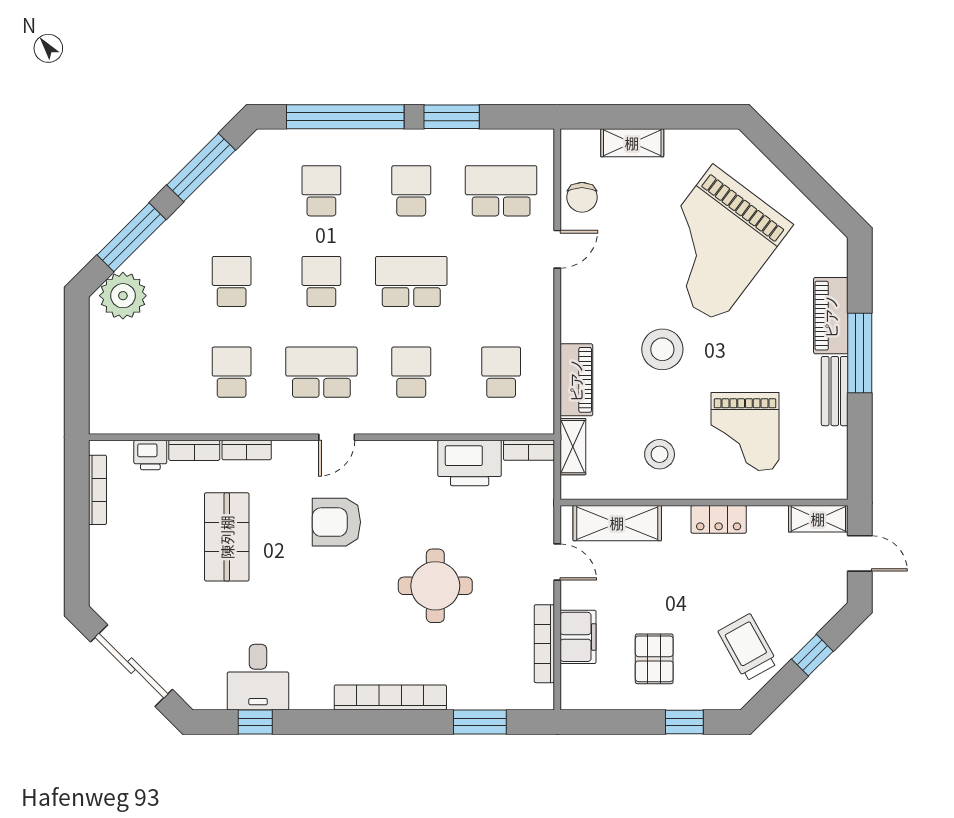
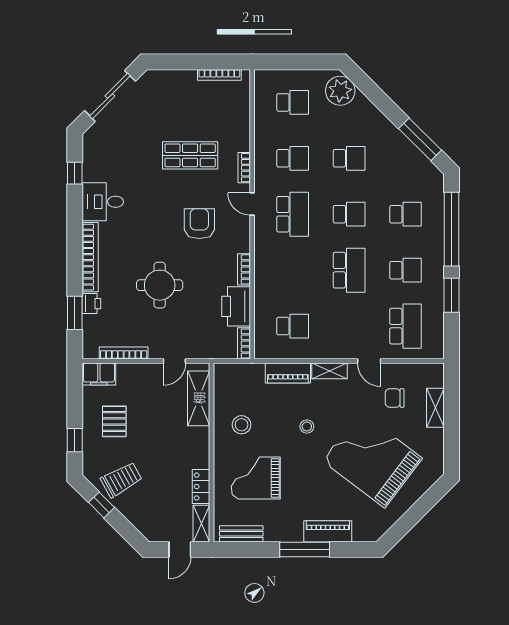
chair: (582, 197) -> (395, 398), moved
window: (132, 237) -> (377, 96), removed
stool: (662, 349) -> (307, 427), width x0.53, depth x0.53
school desk: (411, 372) -> (293, 102), moved
bench: (835, 391) -> (241, 534), moved
door: (337, 437) -> (252, 204), moved
shelving: (573, 447) -> (329, 371), moved
bookcase: (194, 450) -> (244, 269), moved
printer: (150, 455) -> (91, 304), moved, turned 180
locker: (719, 519) -> (201, 487), moved
filing cabinet: (578, 637) -> (99, 374), moved
window: (812, 655) -> (101, 505), moved
pallet: (654, 659) -> (114, 421), turned 90
desk: (258, 677) -> (103, 202), moved

